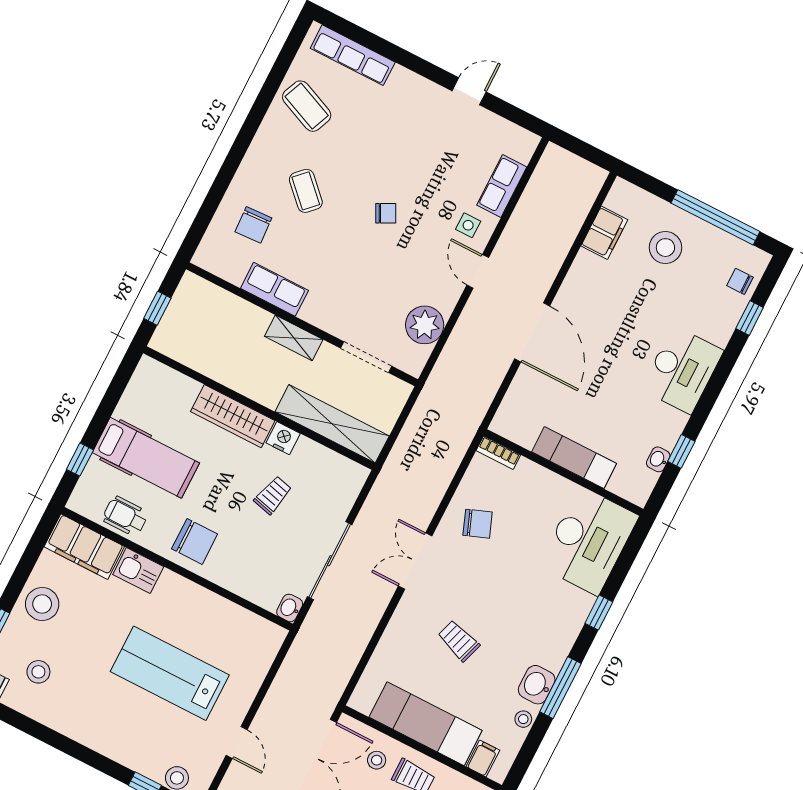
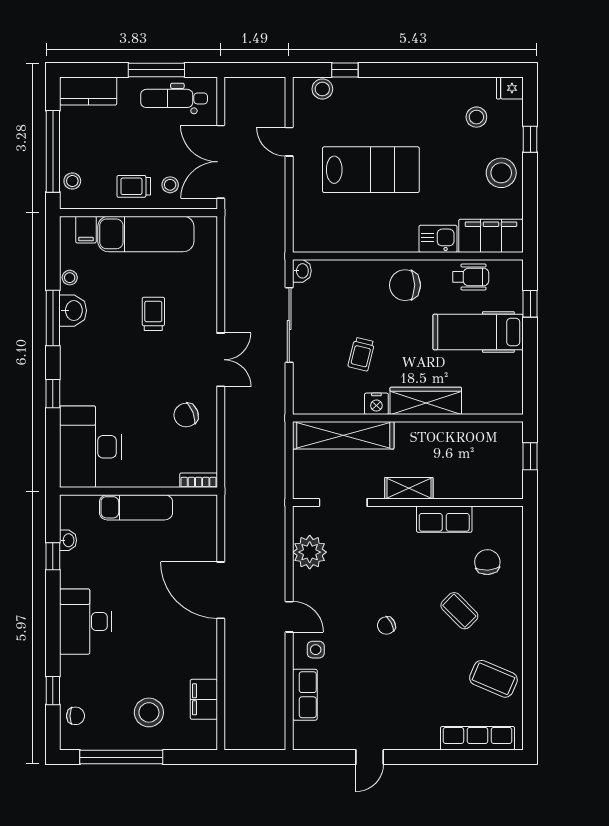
trolley: (459, 641) -> (153, 314), turned -108

